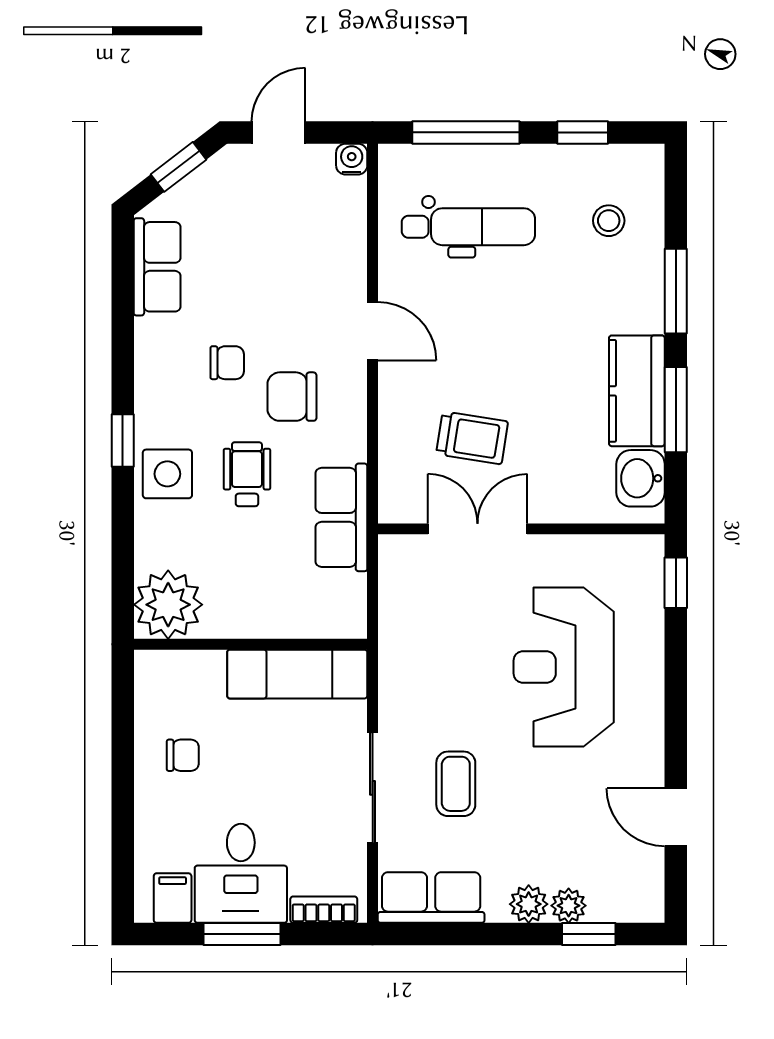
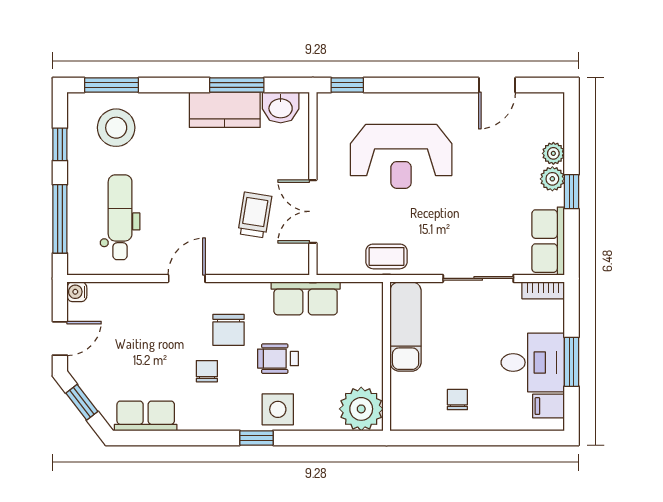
door: (279, 132) -> (60, 338), swing flipped
stool: (609, 221) -> (116, 128), width x1.89, depth x1.89
window: (676, 291) -> (111, 85), moved
coffee table: (456, 784) -> (386, 256), moved
bookcase: (324, 910) -> (543, 290), moved, turned -90
window: (589, 934) -> (572, 192), moved

